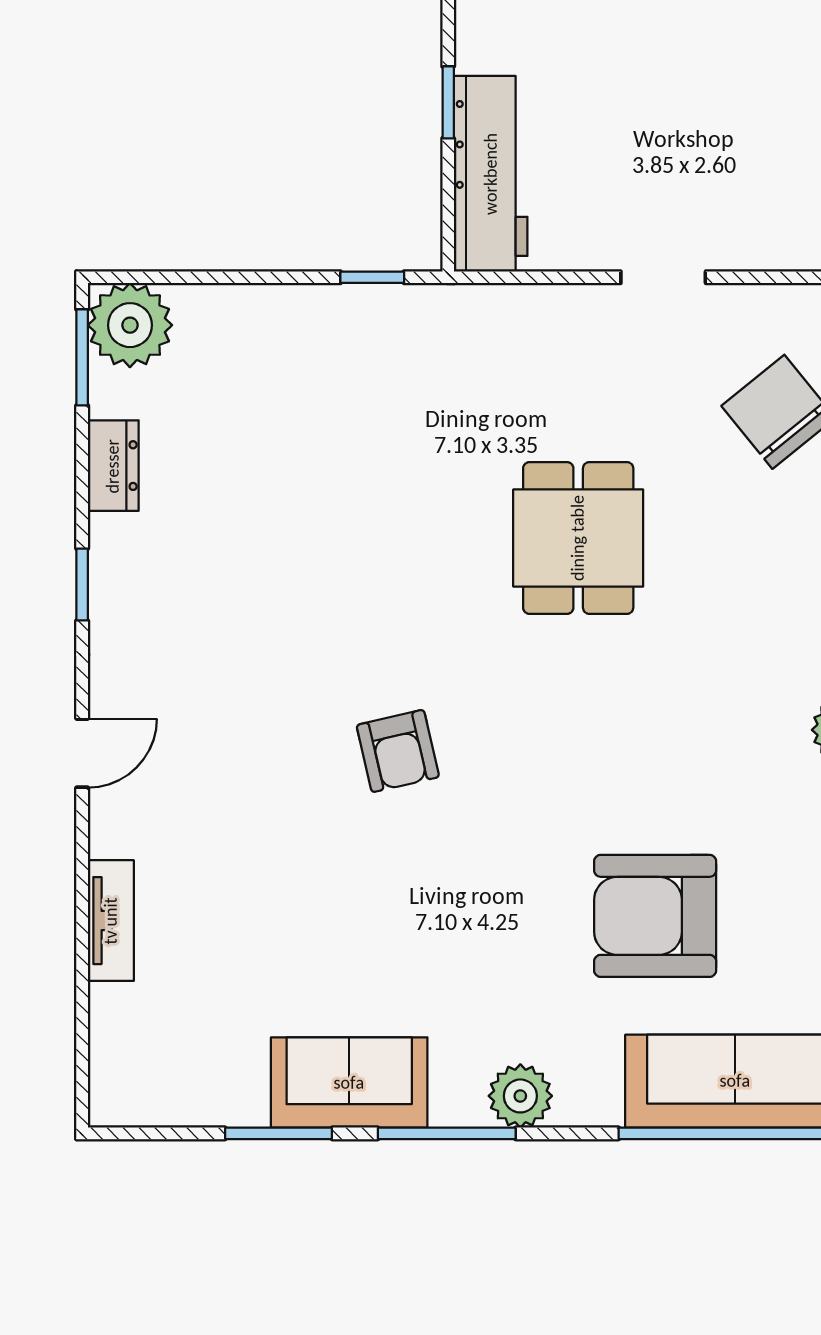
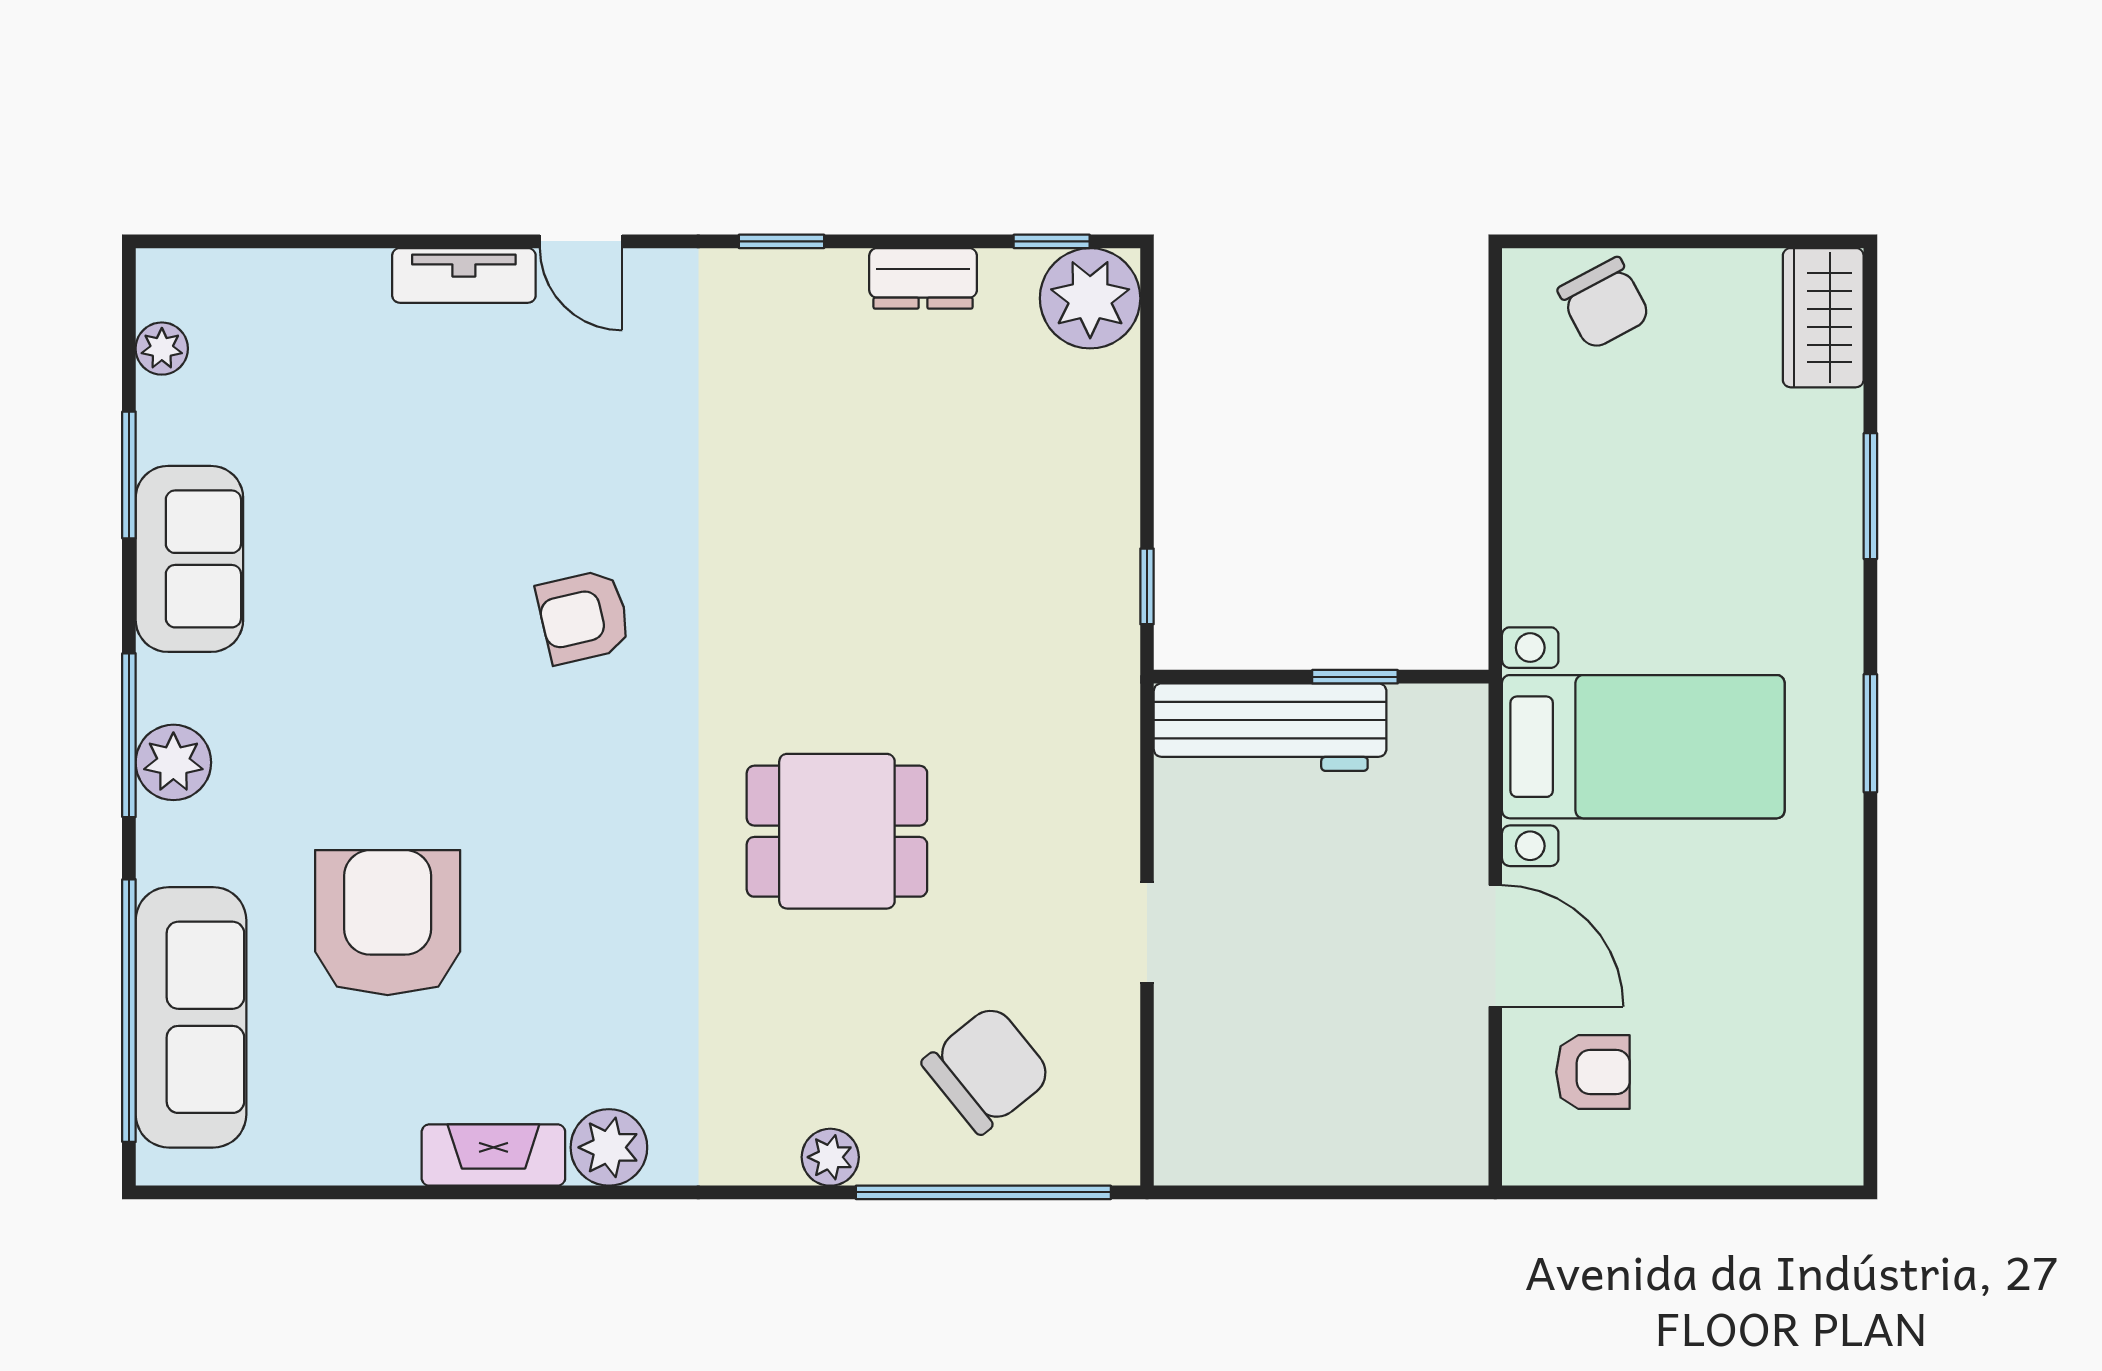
window: (82, 357) -> (1052, 241), width x0.67
tv unit: (111, 921) -> (464, 275), moved
plant: (172, 1106) -> (162, 349), added
window: (447, 1133) -> (129, 735), moved

